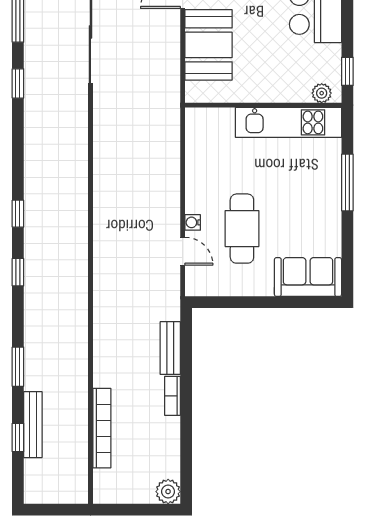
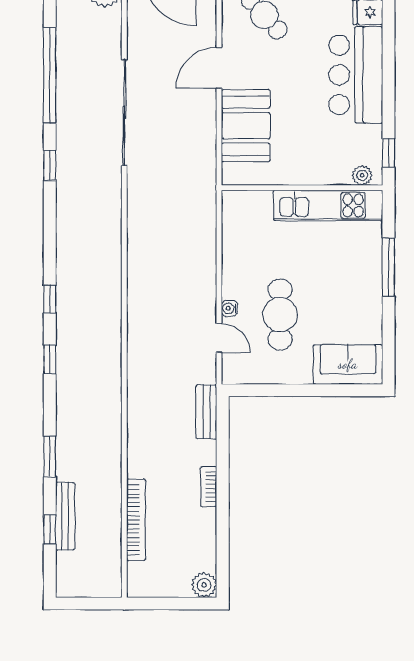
bench: (170, 348) -> (206, 412), moved

